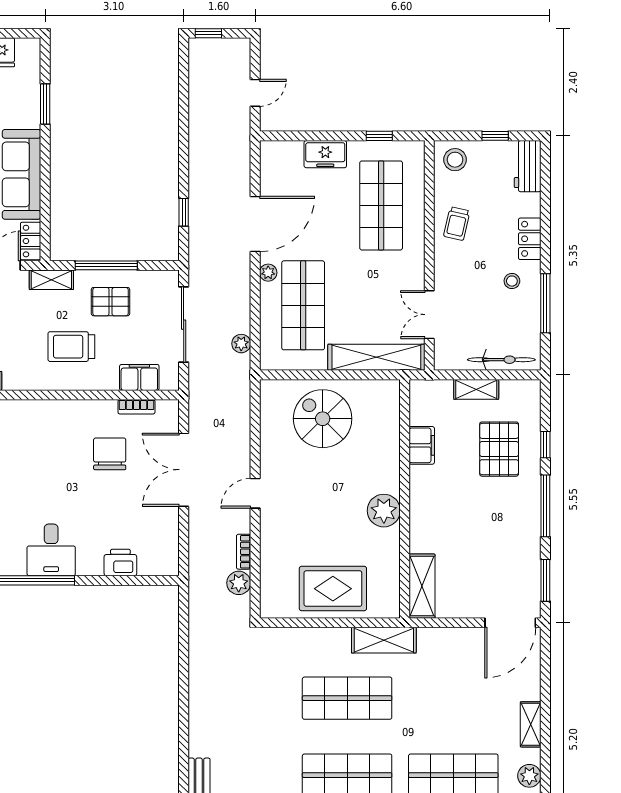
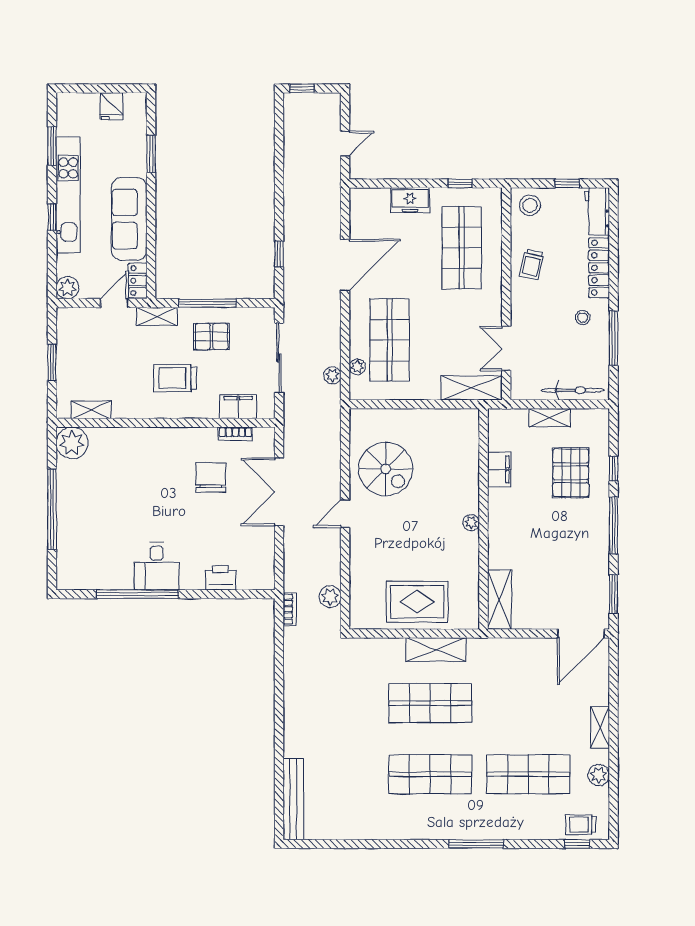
locker: (530, 239) -> (599, 268), width x1.53
plant: (268, 273) -> (357, 367), moved
shelving: (376, 357) -> (472, 388), width x0.68
spiral stairs: (323, 419) -> (386, 469), moved, turned 180
plant: (384, 511) -> (471, 523), width x0.53, depth x0.53
bookcase: (244, 552) -> (290, 609), moved, turned 180
shelving: (384, 640) -> (436, 650), moved

